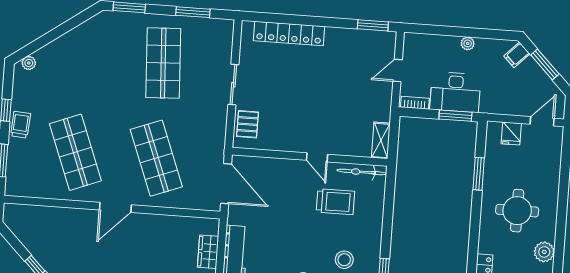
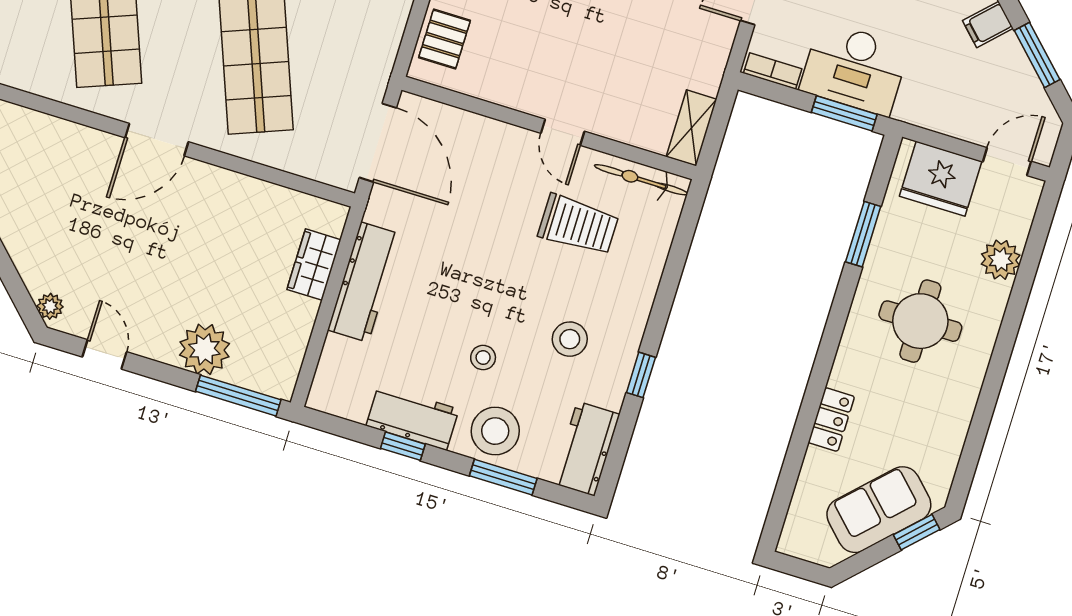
fridge: (511, 134) -> (941, 179), width x1.88, depth x1.34
plant: (544, 252) -> (1001, 260), moved

